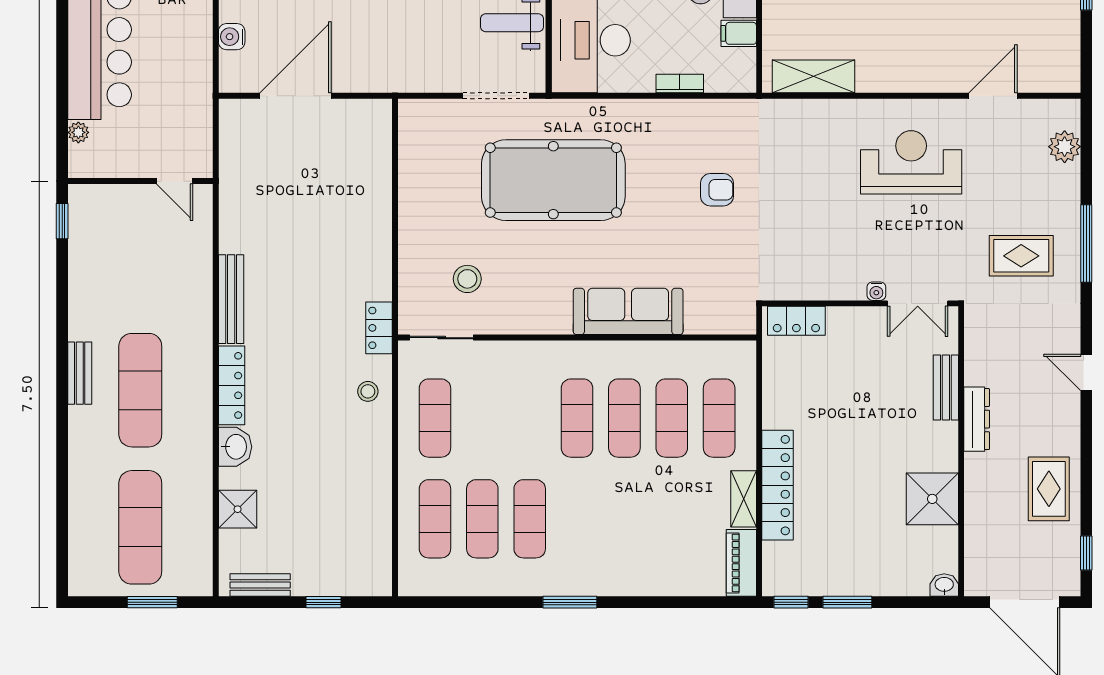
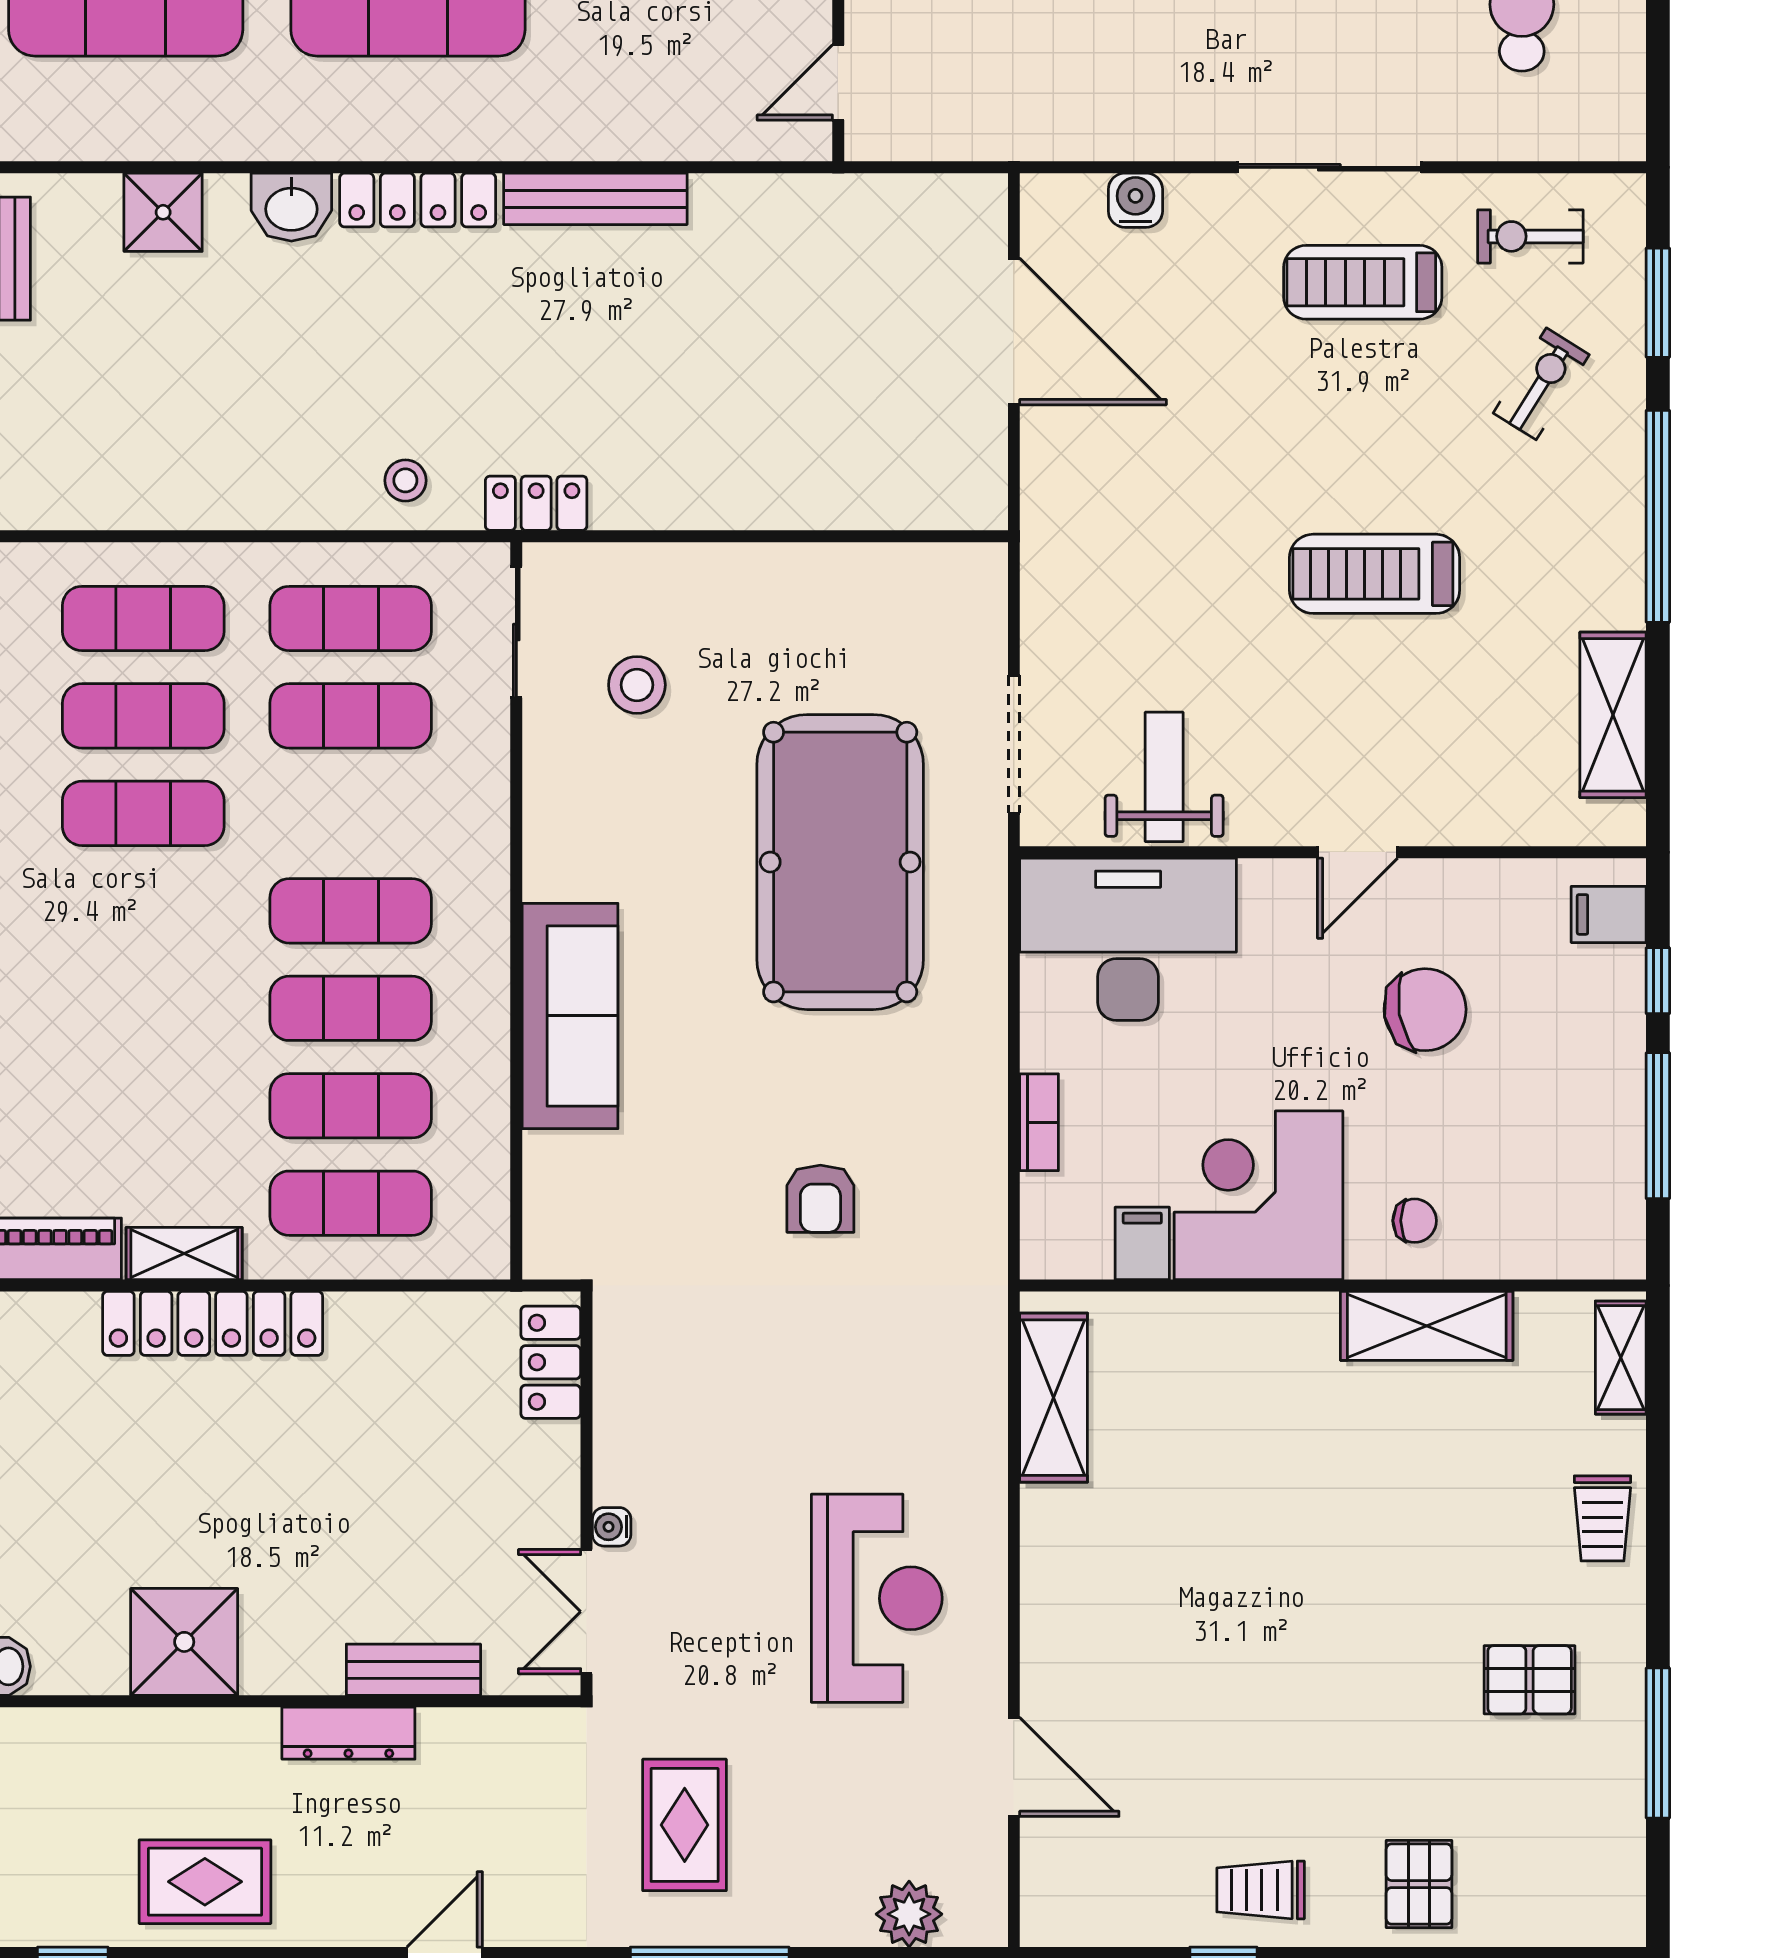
exercise mat: (482, 418) -> (351, 716), added

